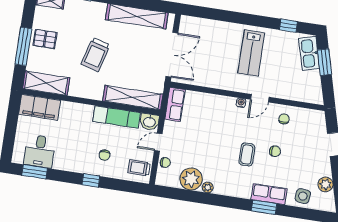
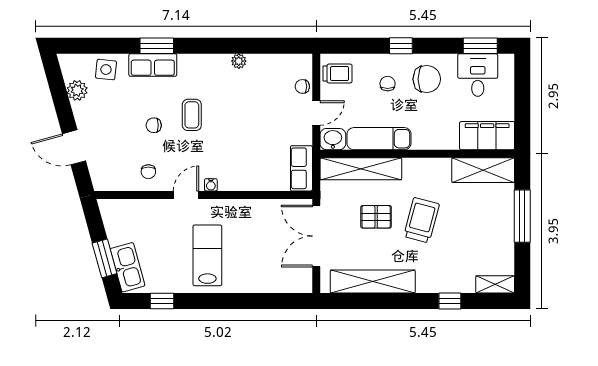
pallet: (45, 39) -> (376, 217), moved
chair: (76, 154) -> (427, 79), added
plant: (191, 179) -> (263, 69), removed

